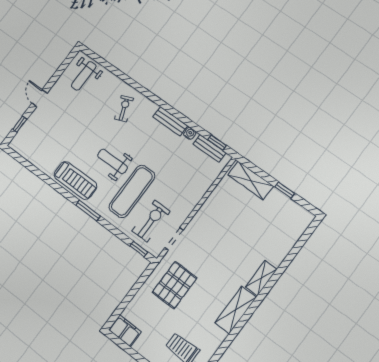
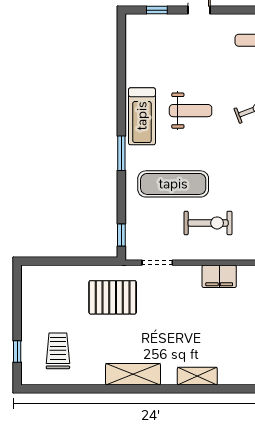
weight bench: (112, 161) -> (191, 111), moved, turned 90
exercise bike: (151, 221) -> (208, 223), moved
shelving: (261, 278) -> (197, 376), moved
filing cabinet: (125, 331) -> (219, 276), moved, turned 90

